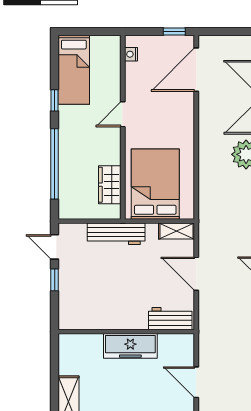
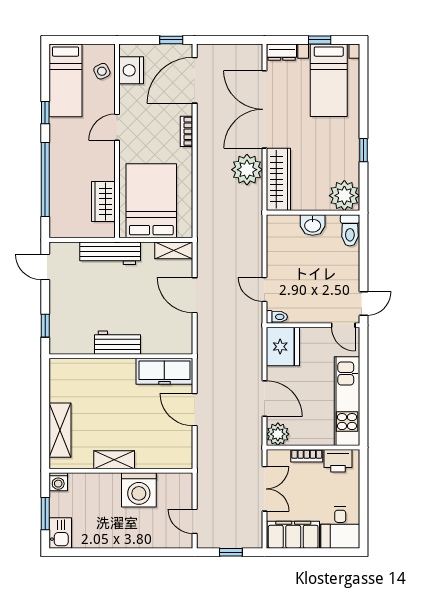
nightstand: (131, 54) -> (131, 70), width x1.89, depth x1.79
side table: (108, 61) -> (102, 71), added
bookcase: (189, 118) -> (187, 131), added
window: (55, 280) -> (45, 326), moved
workbench: (170, 319) -> (118, 343), moved
freezer: (130, 346) -> (164, 371), moved

